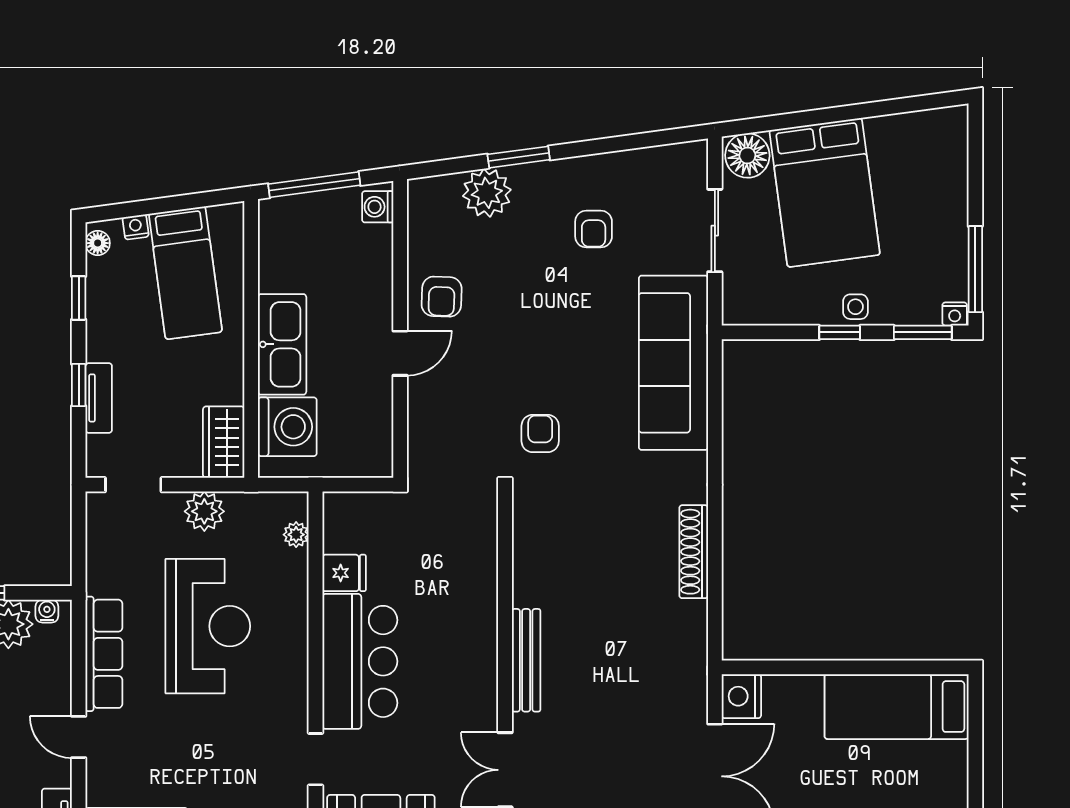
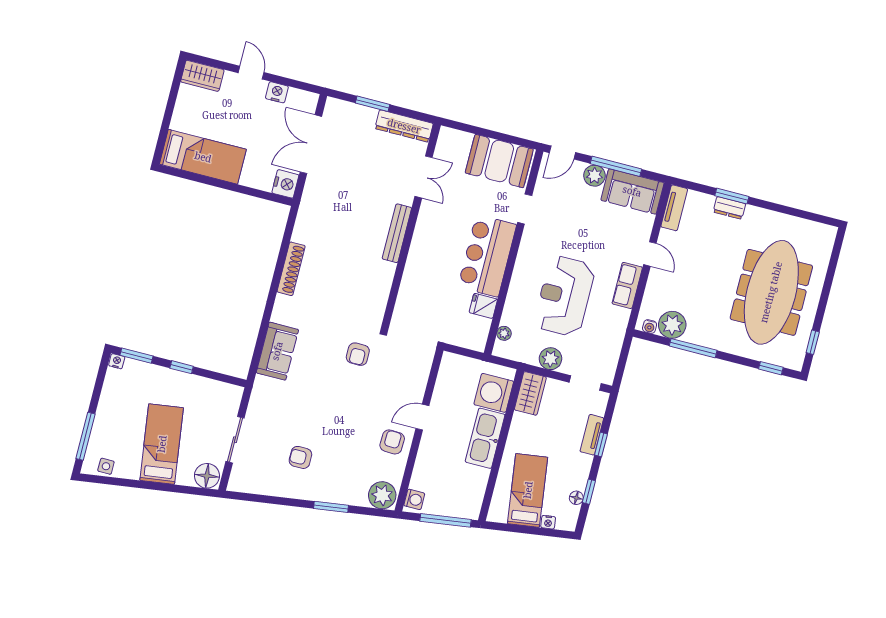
bed: (825, 192) -> (162, 444), width x0.67
plant: (487, 193) -> (382, 495), moved
armchair: (594, 229) -> (300, 457), turned -90
floor lamp: (98, 243) -> (576, 498), moved
window: (975, 269) -> (86, 436), moved
side table: (855, 307) -> (106, 466), moved
sofa: (673, 363) -> (277, 351), width x0.54, depth x0.79
row of seats: (104, 654) -> (627, 285), width x0.68

